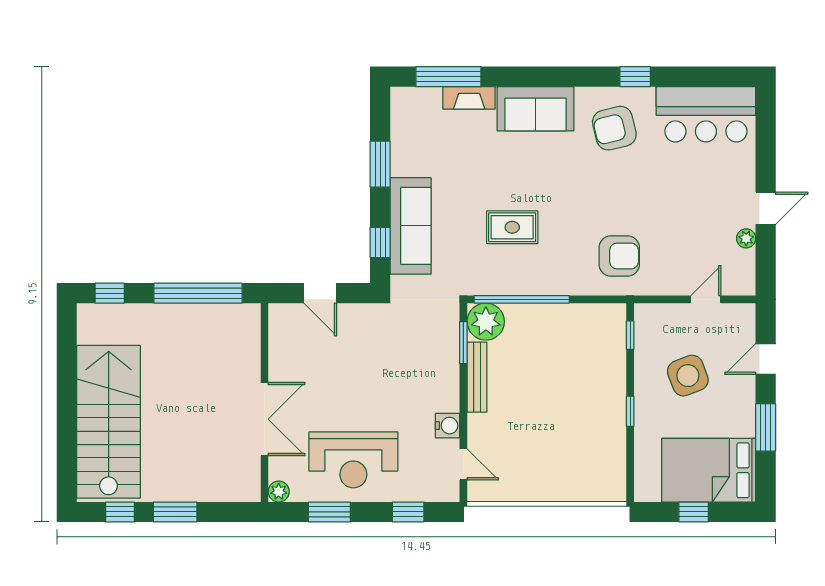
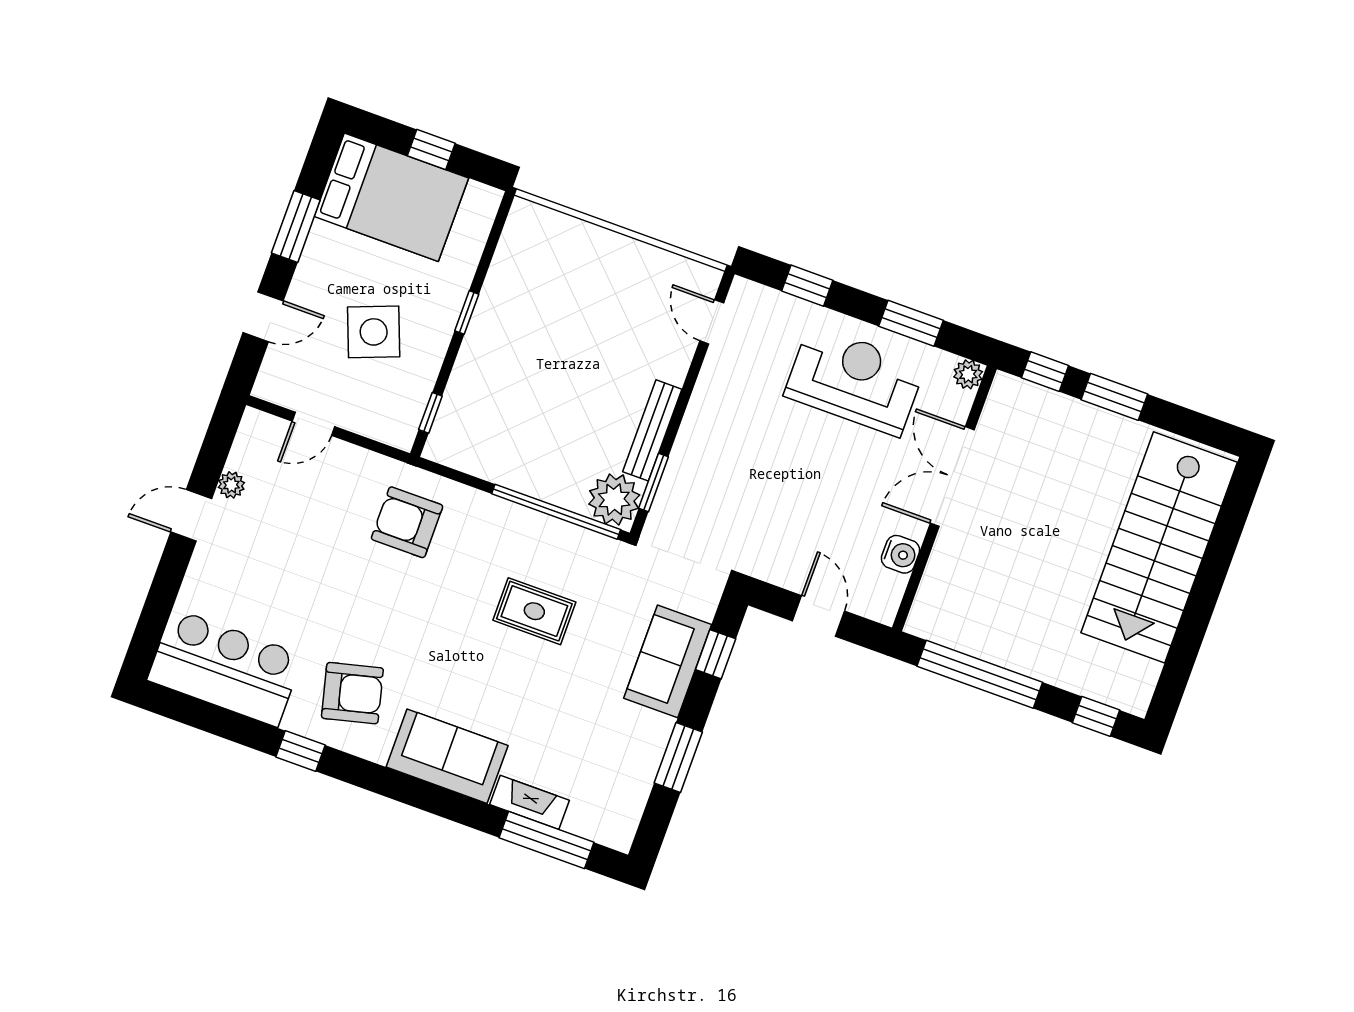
sofa: (411, 226) -> (668, 661), width x0.73
water cooler: (448, 426) -> (900, 554), moved, turned 180
window: (120, 512) -> (1045, 372), moved

